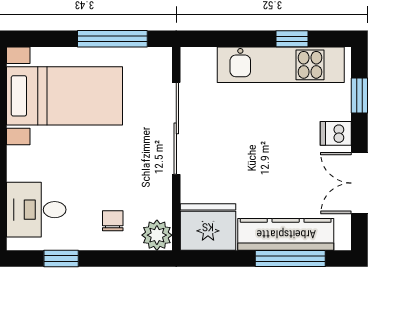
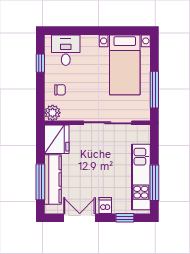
window: (292, 39) -> (154, 183), width x2.17

